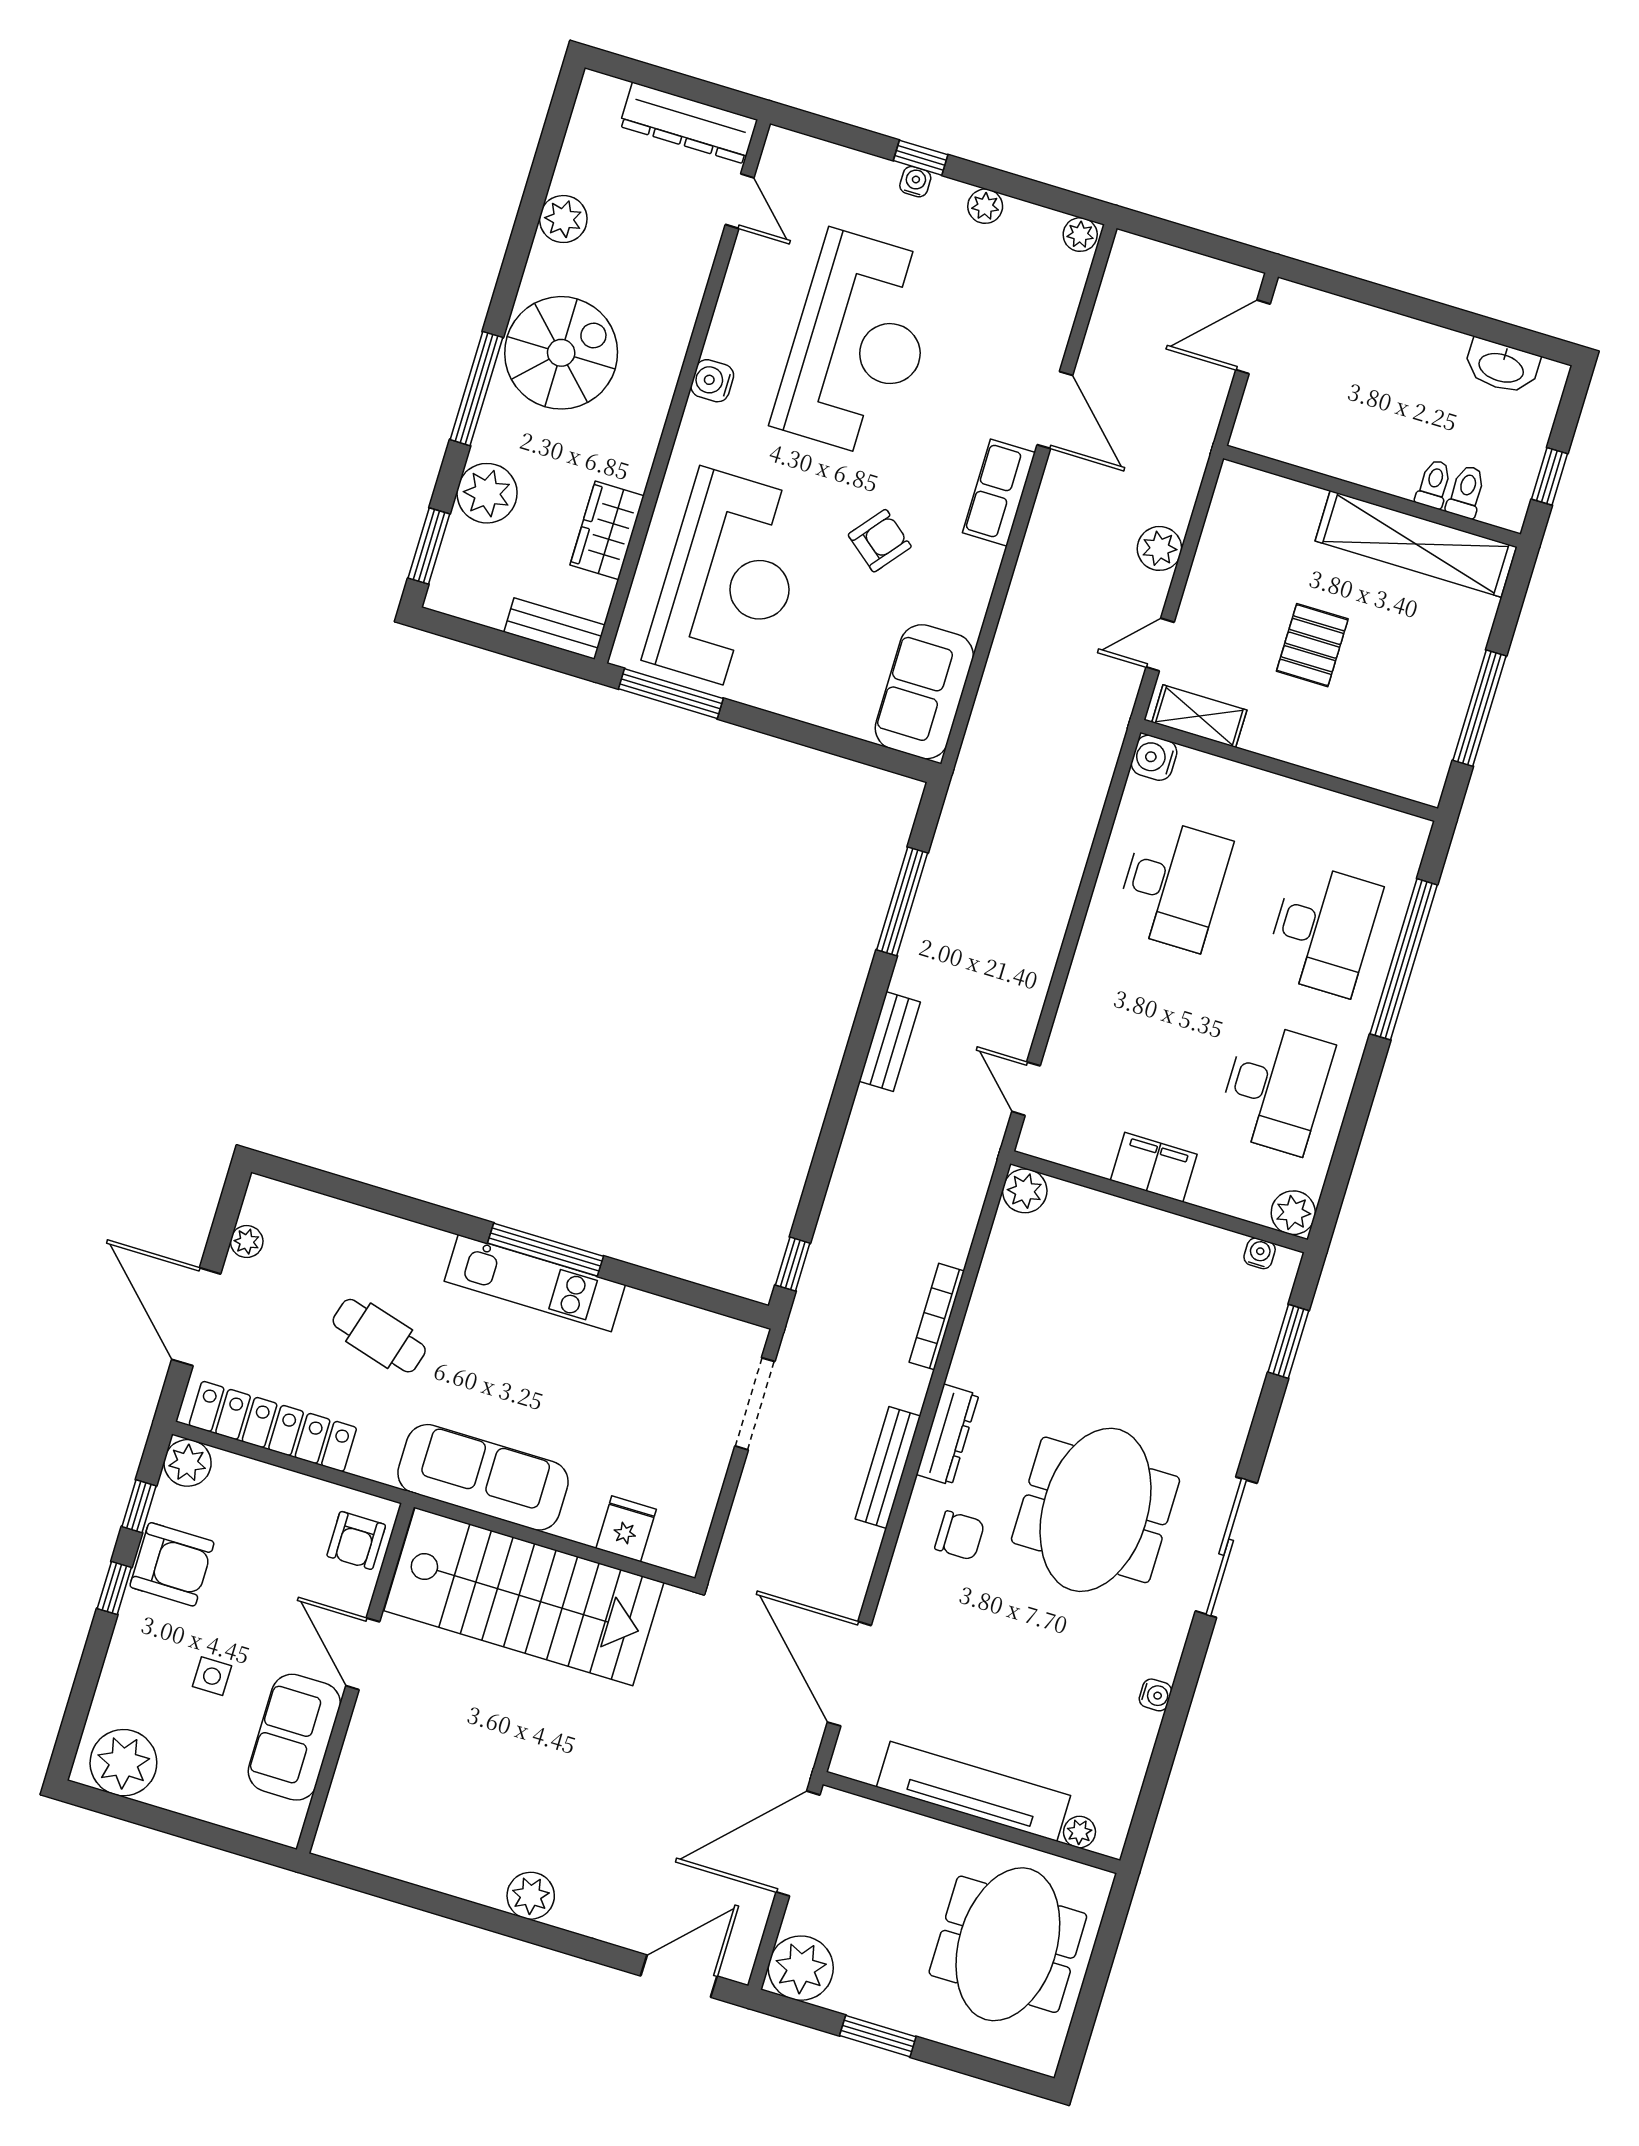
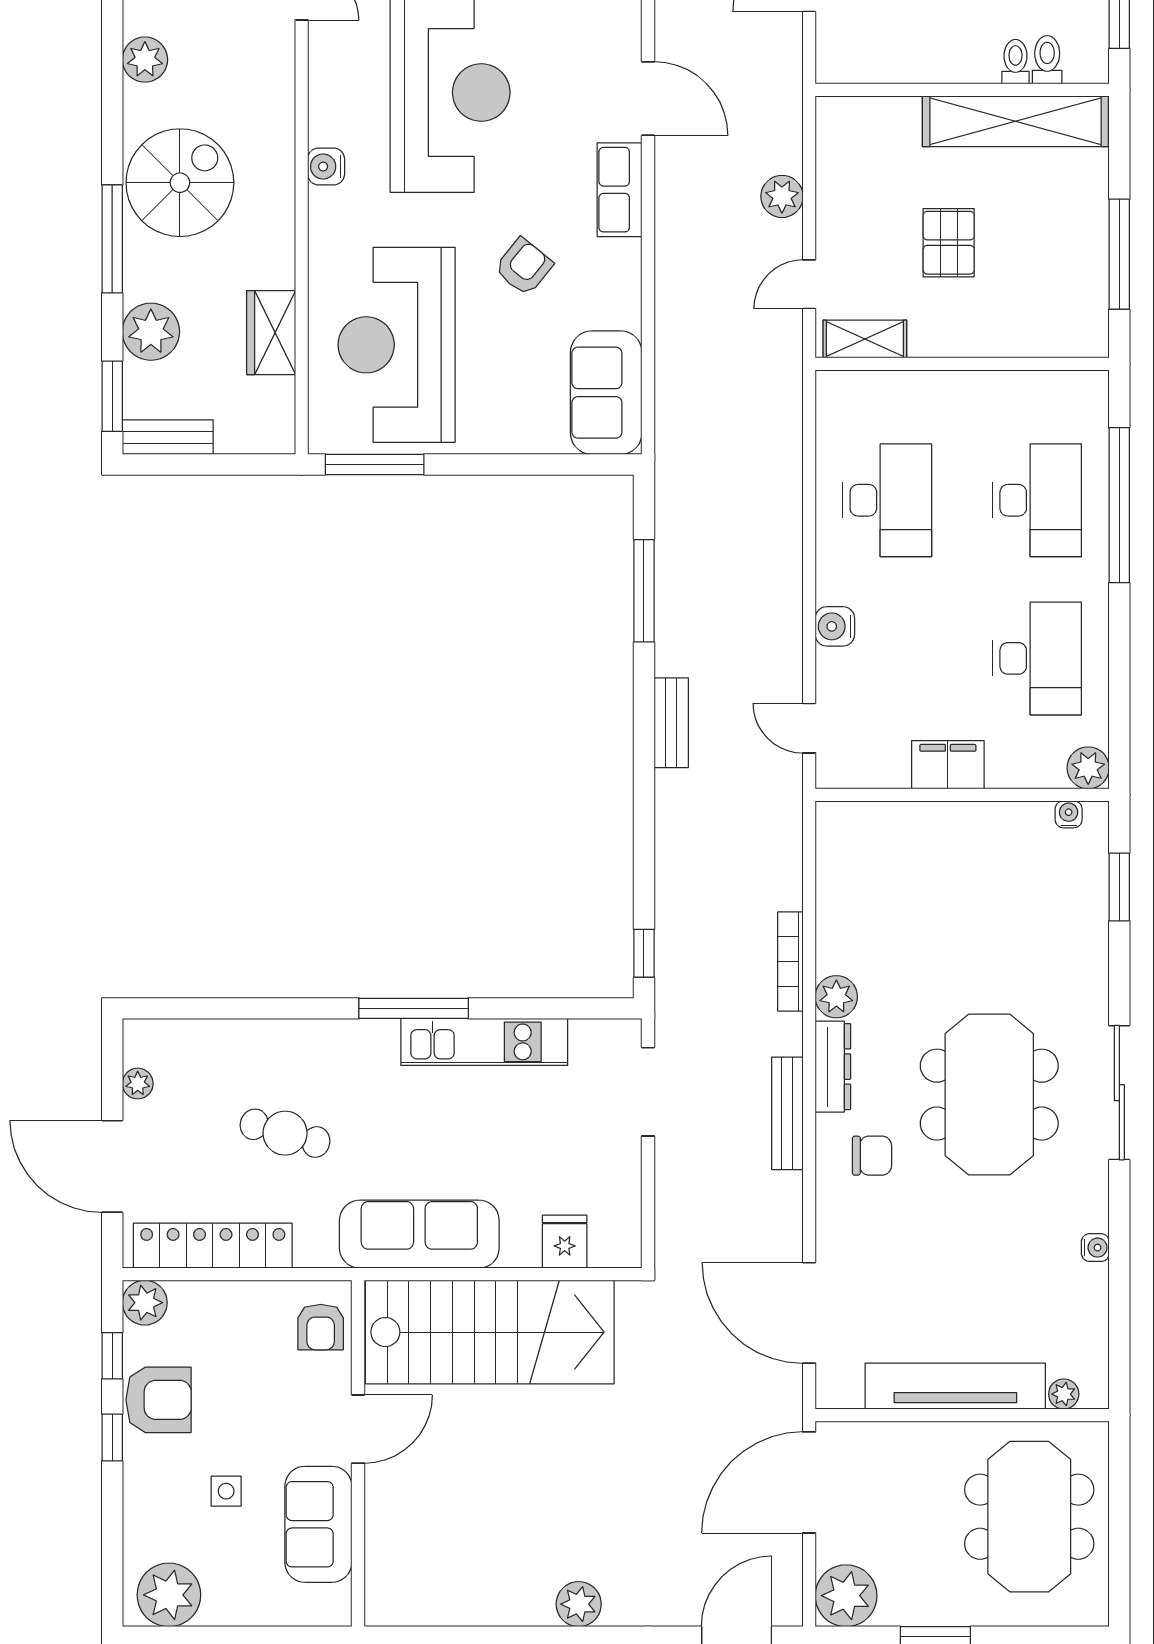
reception desk: (729, 581) -> (397, 345), turned 180
bench: (554, 629) -> (168, 437), moved
water cooler: (1154, 758) -> (835, 626), moved
plant: (1025, 1191) -> (836, 997), moved
kitchen unit: (535, 1283) -> (484, 1042), moved
door: (363, 1654) -> (358, 1429), swing flipped

